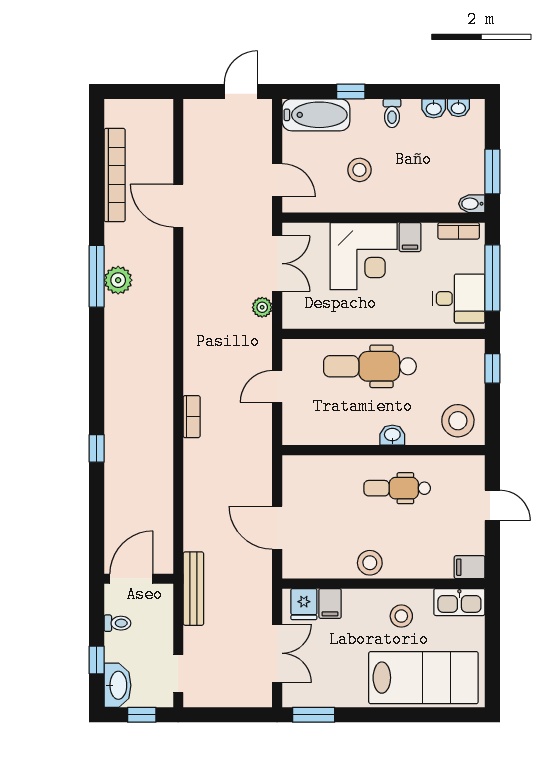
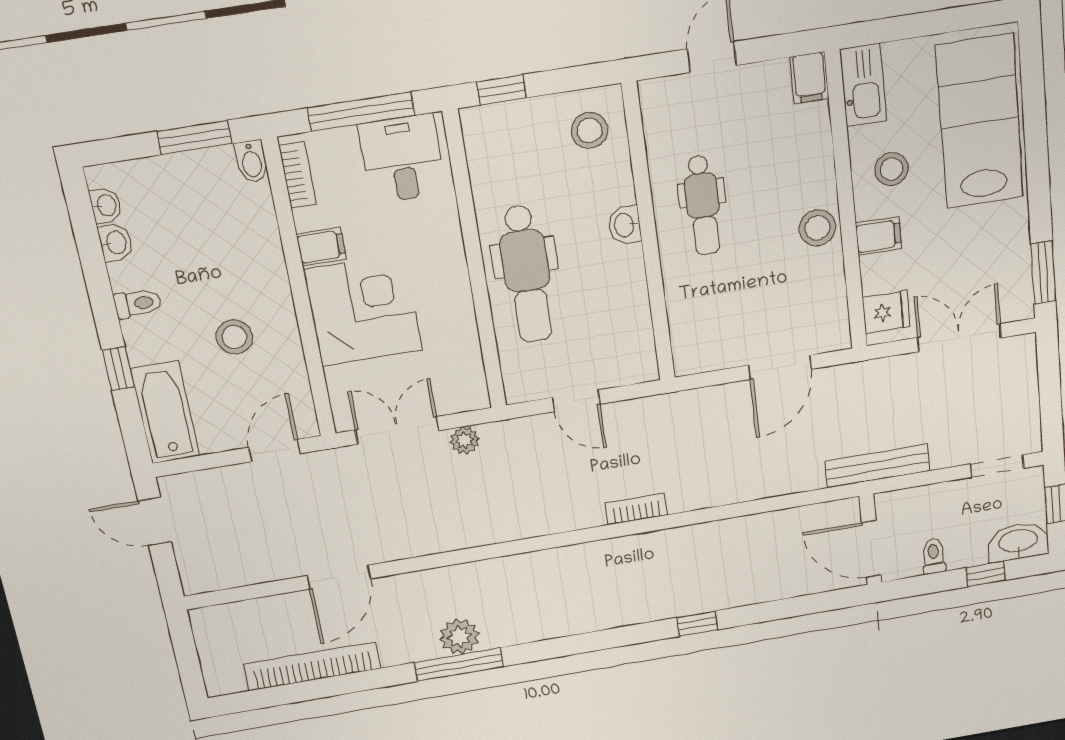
stool: (458, 421) -> (590, 130), width x0.73, depth x0.73
filing cabinet: (330, 603) -> (879, 236), moved

